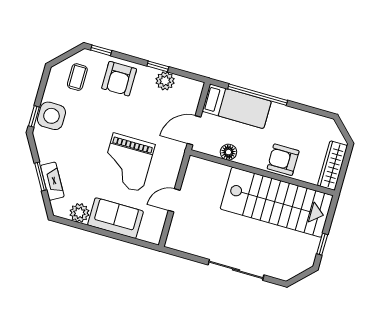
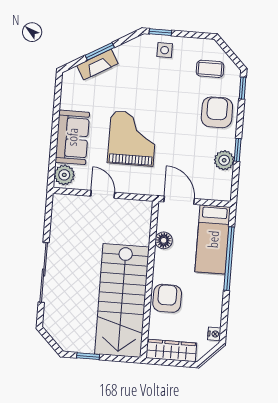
armchair: (119, 79) -> (217, 112), turned 90
side table: (51, 116) -> (165, 50), width x0.54, depth x0.54
nightstand: (325, 122) -> (214, 334), added
grand piano: (128, 163) -> (132, 138), turned 90
plant: (79, 213) -> (64, 175), moved

